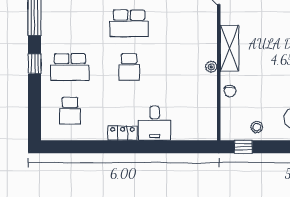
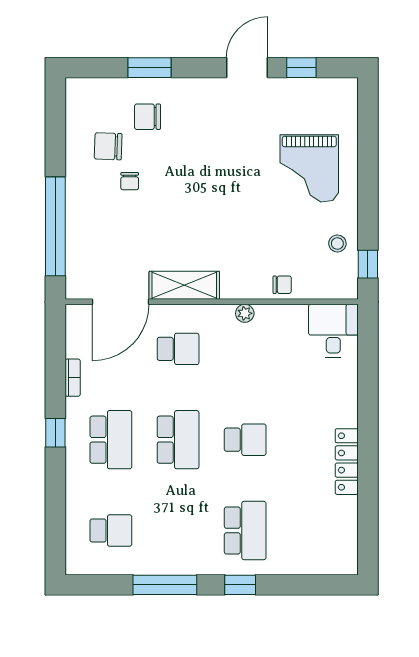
shelving: (230, 48) -> (184, 285), moved
school desk: (70, 111) -> (178, 349), moved
desk: (155, 123) -> (333, 331), moved, turned -90
locker: (123, 133) -> (347, 462), width x1.53

